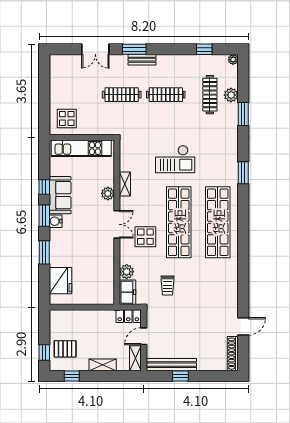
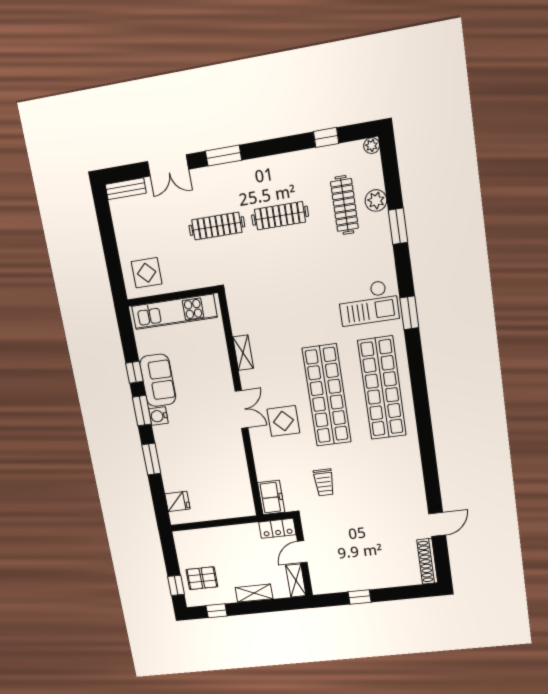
bench: (142, 60) -> (126, 189), moved
checkout: (175, 159) -> (368, 303), moved
plant: (108, 193) -> (222, 369), removed
plant: (127, 272) -> (265, 471), removed
fridge: (60, 281) -> (177, 501), width x0.53, depth x0.75
bench: (171, 365) -> (345, 584), removed

